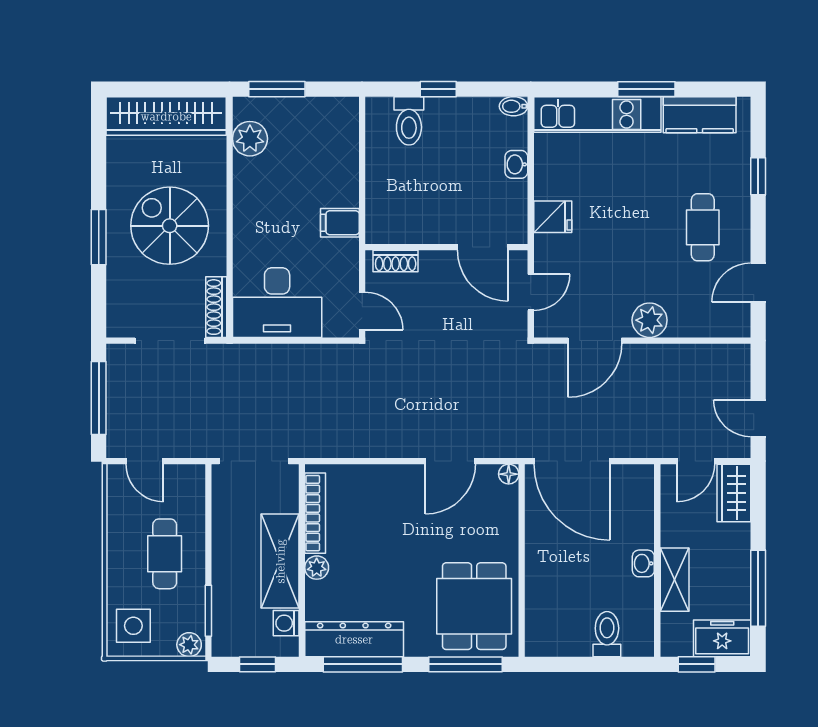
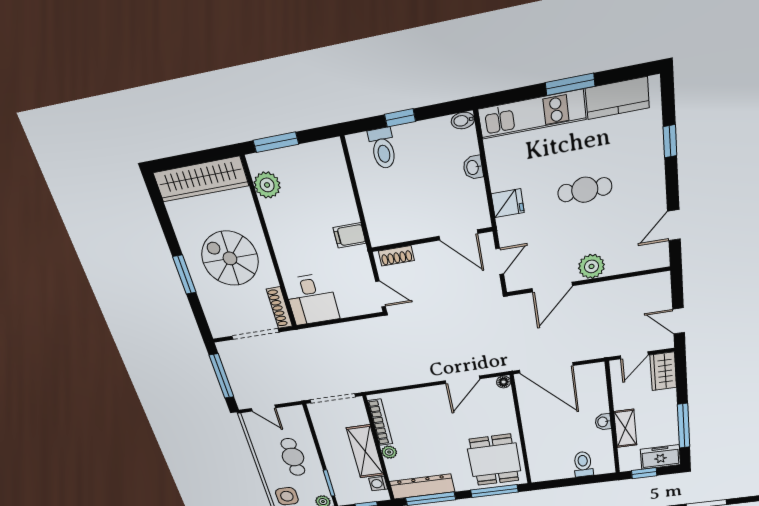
cafe table: (703, 227) -> (585, 190), moved, turned 90
desk: (277, 303) -> (312, 299), width x0.73

